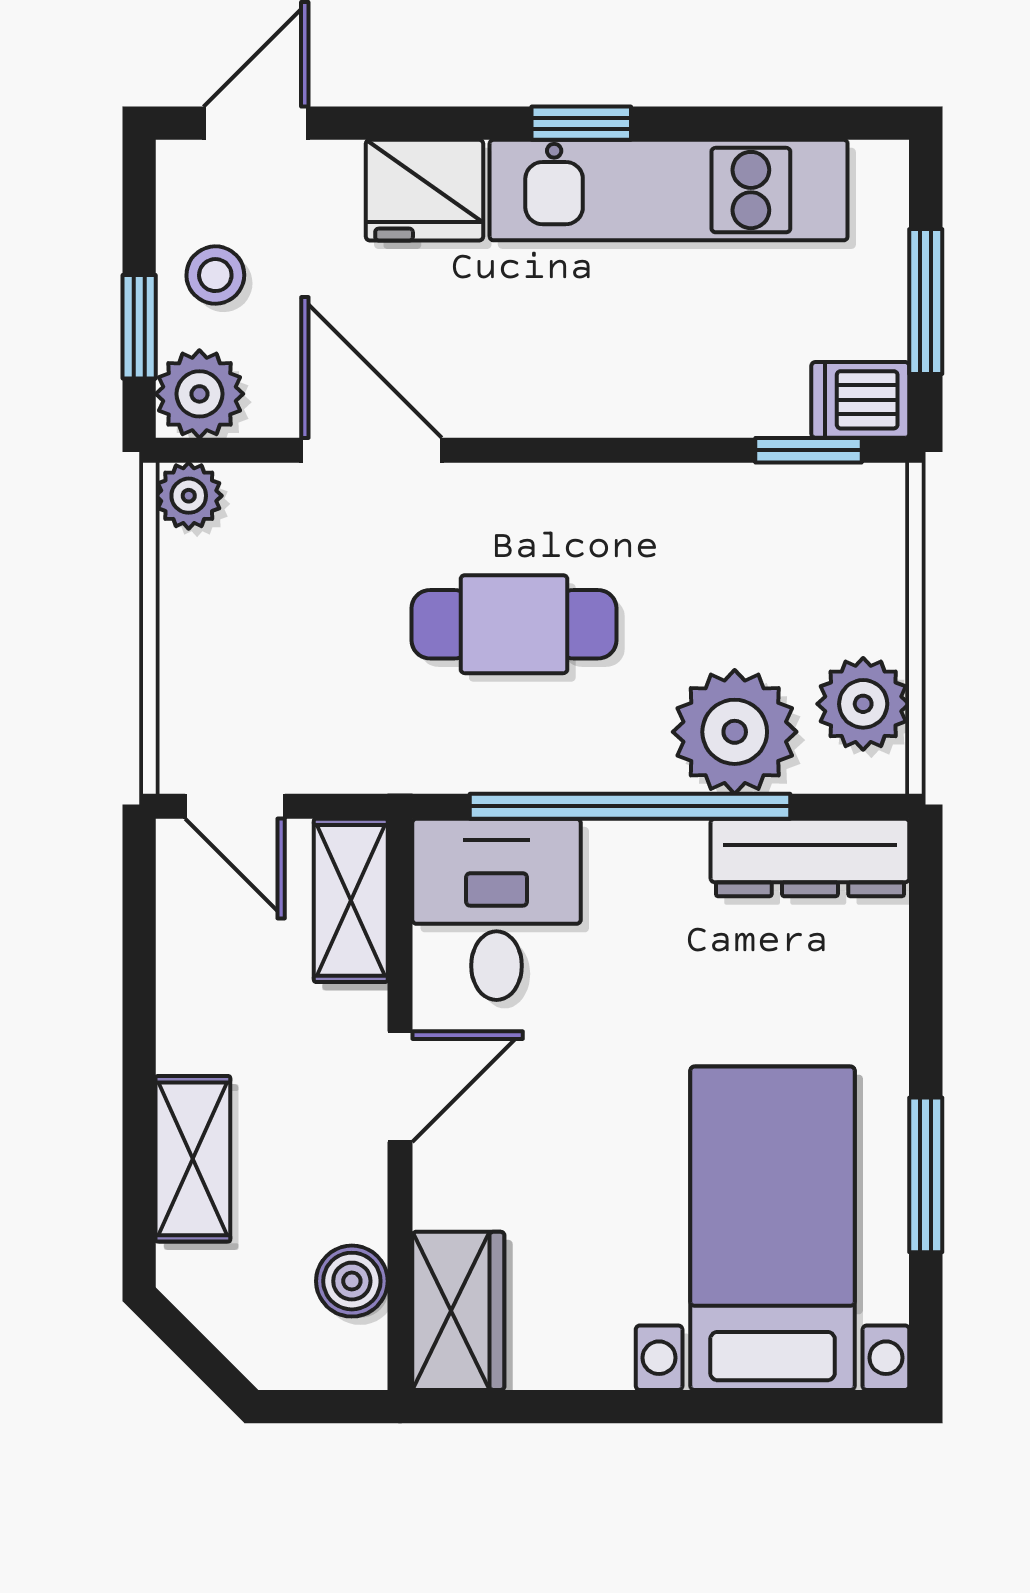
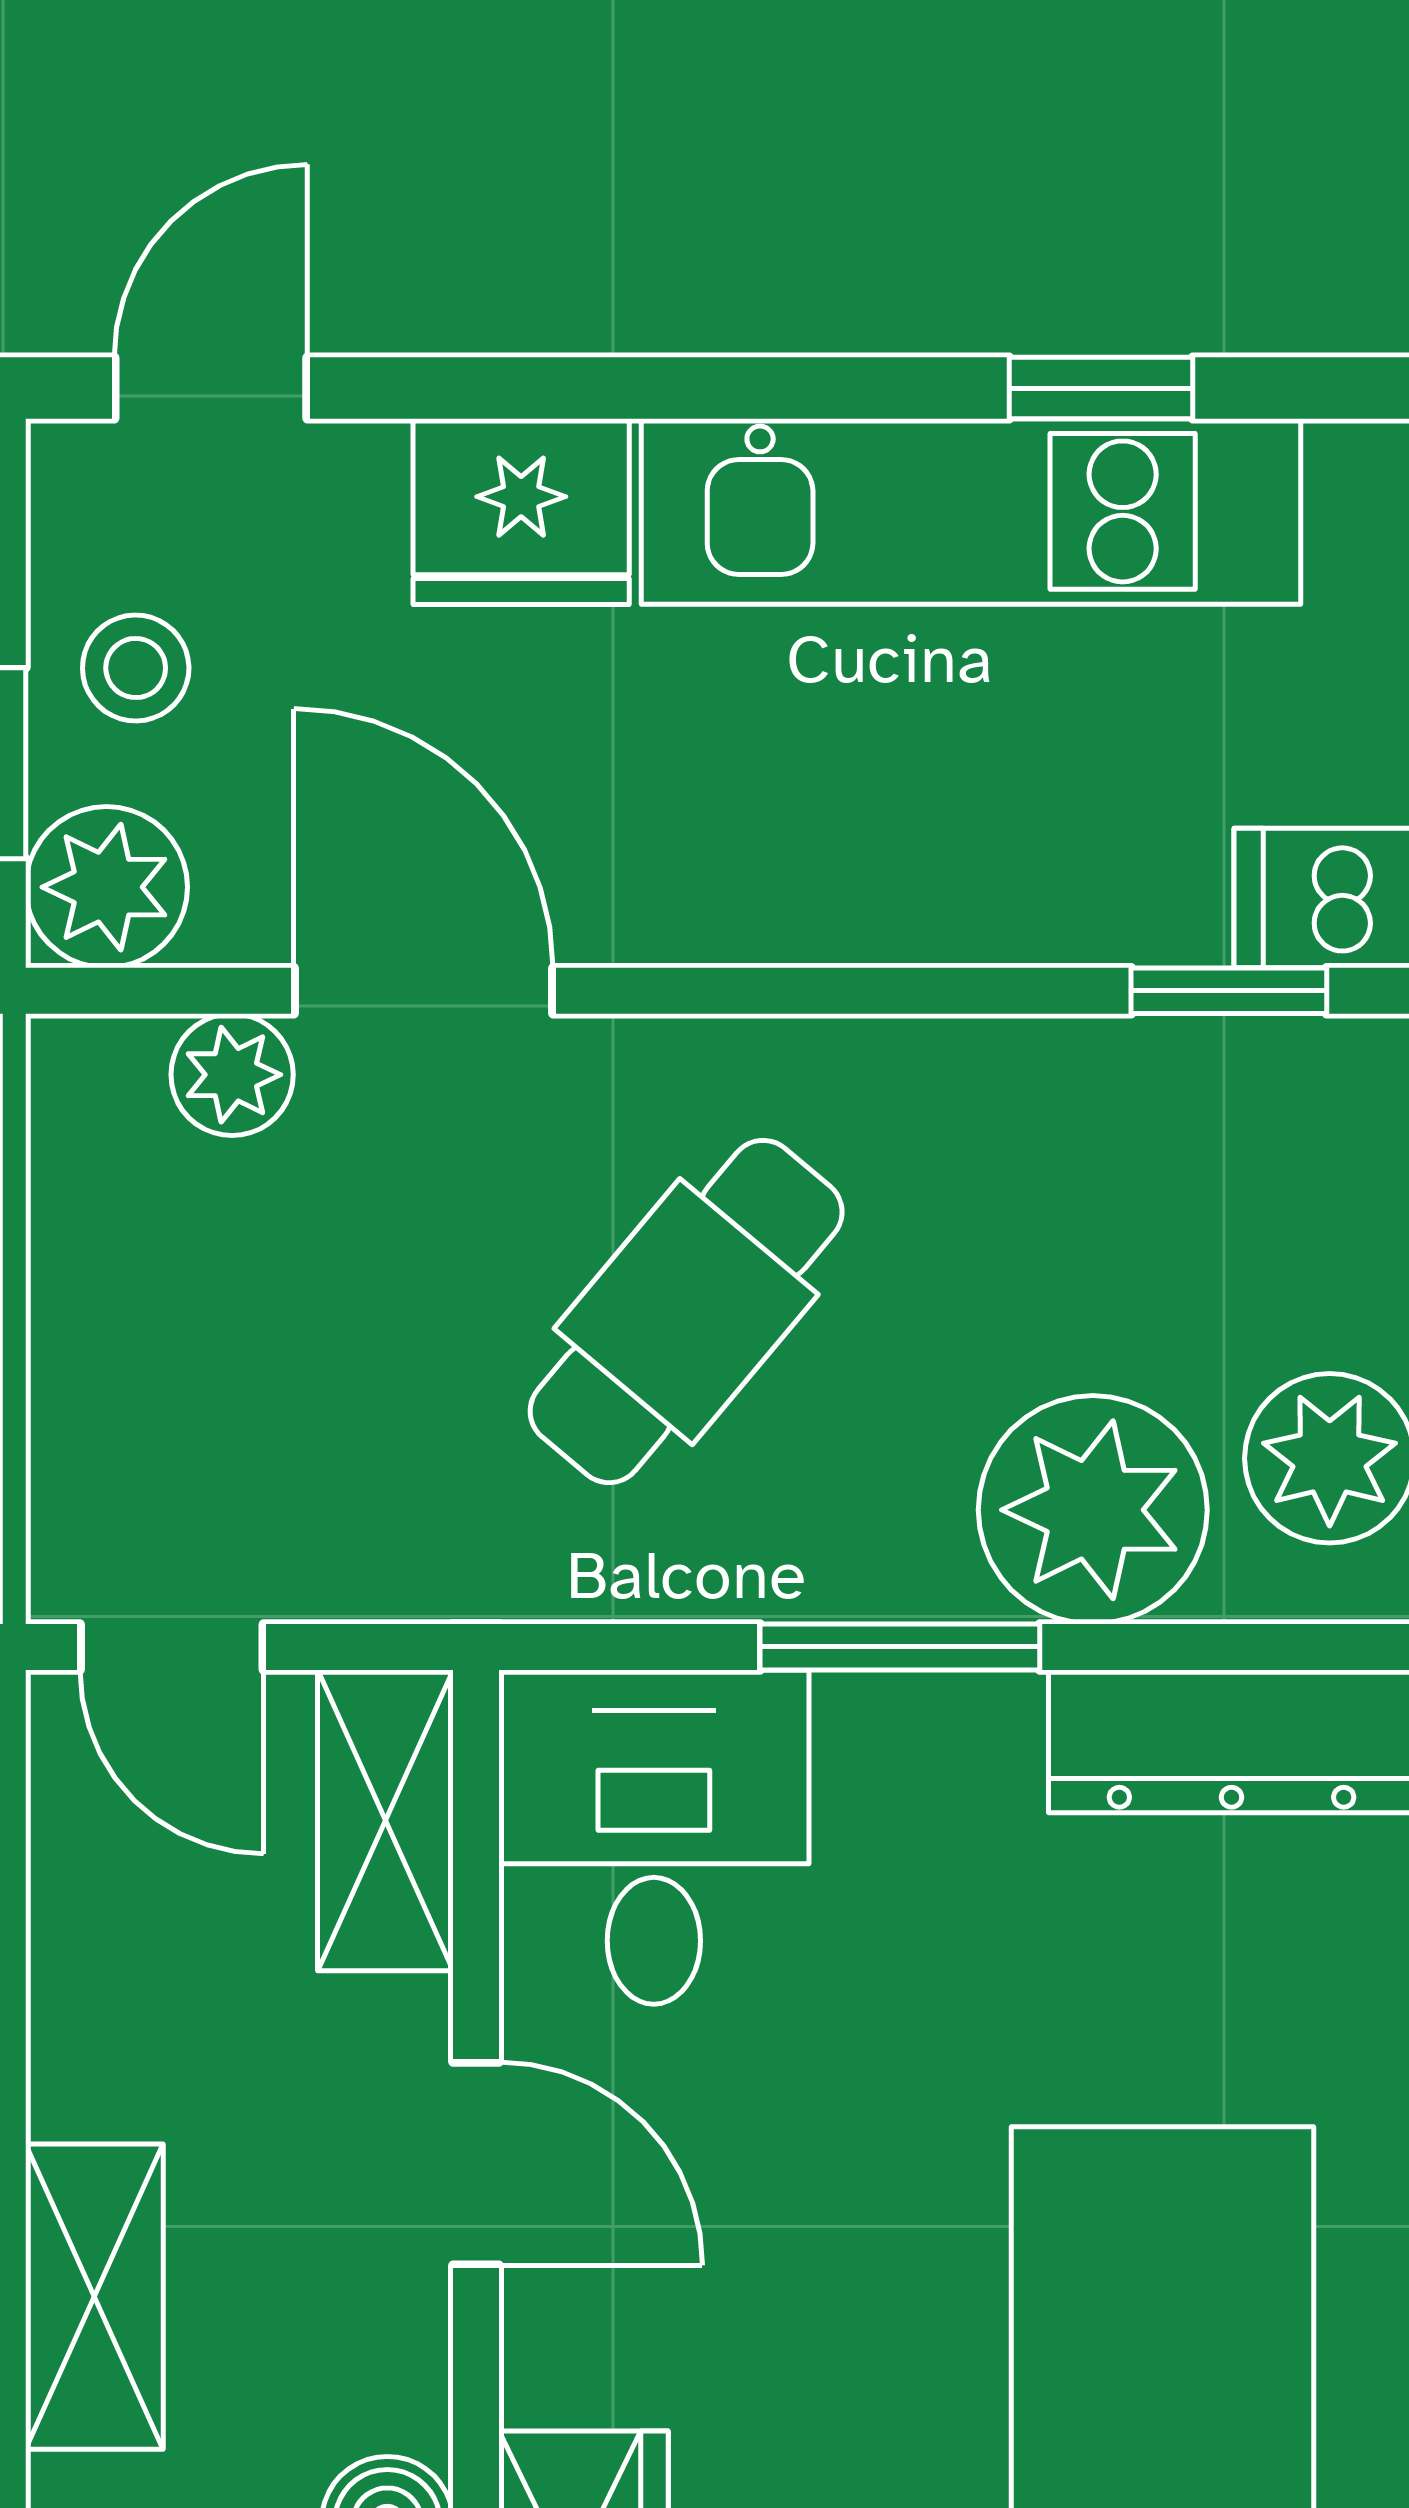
window: (581, 123) -> (1101, 388), moved
plant: (189, 496) -> (232, 1075), moved
cafe table: (514, 624) -> (686, 1312), turned -50
window: (630, 806) -> (900, 1647), width x0.47
door: (400, 1087) -> (476, 2164), hinge flipped

